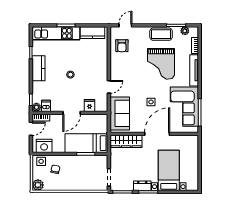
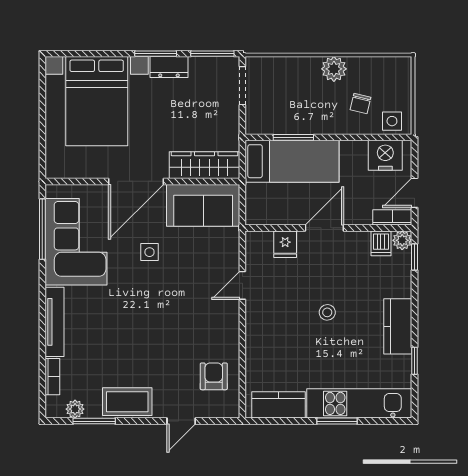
door: (125, 25) -> (181, 421), moved
grand piano: (161, 64) -> (127, 336), removed
sofa: (120, 113) -> (203, 205), moved, turned -90
bed with nightstands: (169, 170) -> (97, 101), width x1.36
plant: (38, 185) -> (334, 69), moved

